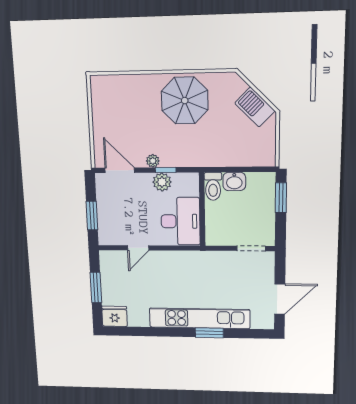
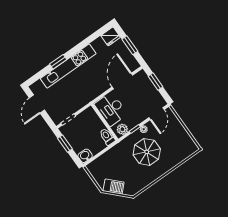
parasol: (185, 101) -> (147, 152), moved
door: (120, 170) -> (157, 114), hinge flipped
washbasin: (234, 181) -> (85, 156), moved
plant: (162, 182) -> (122, 129), moved
window: (281, 198) -> (65, 144), moved
door: (138, 248) -> (122, 81), width x1.87

